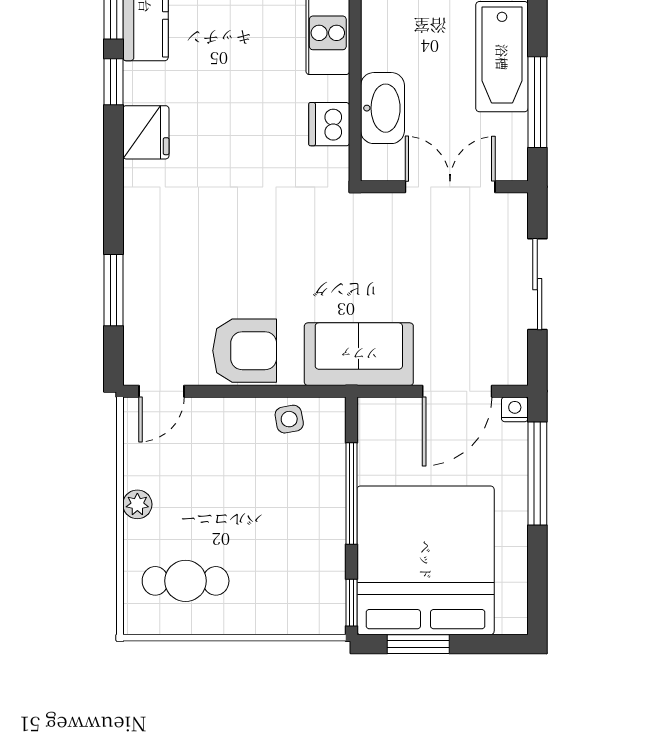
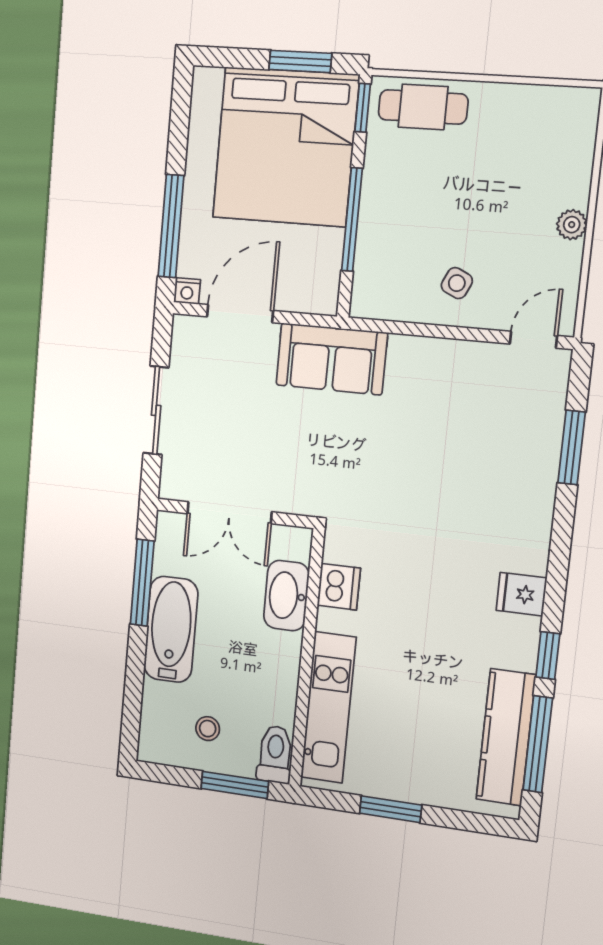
fridge: (146, 132) -> (521, 594), width x0.72
armchair: (245, 351) -> (444, 373), removed
side table: (289, 419) -> (457, 283), moved, turned 35
cafe table: (186, 581) -> (423, 107), moved

